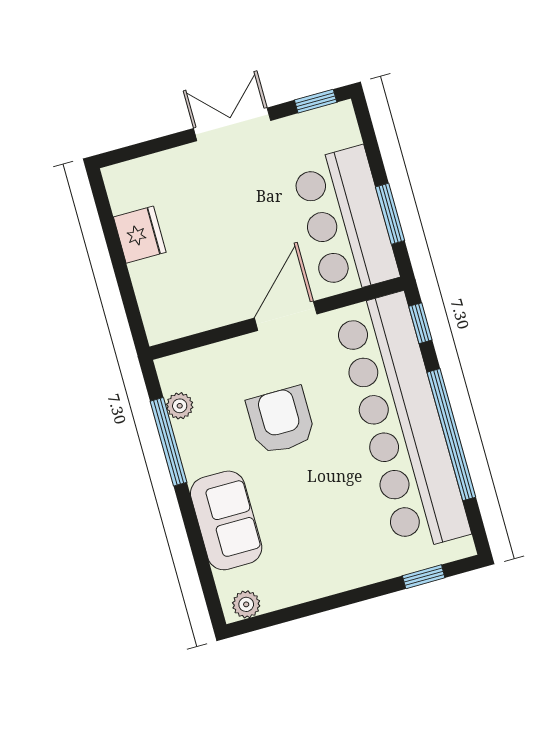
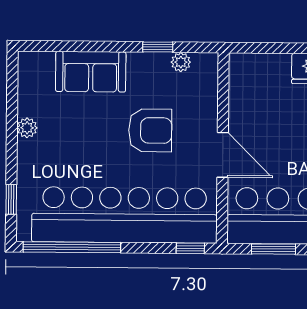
window: (451, 435) -> (72, 247), moved
window: (169, 442) -> (158, 47), width x0.46
plant: (246, 604) -> (27, 128), moved

